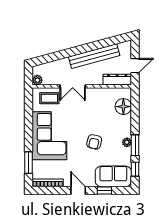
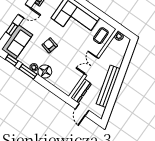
double door: (73, 86) -> (92, 66), moved
floor lamp: (123, 107) -> (45, 72), moved

